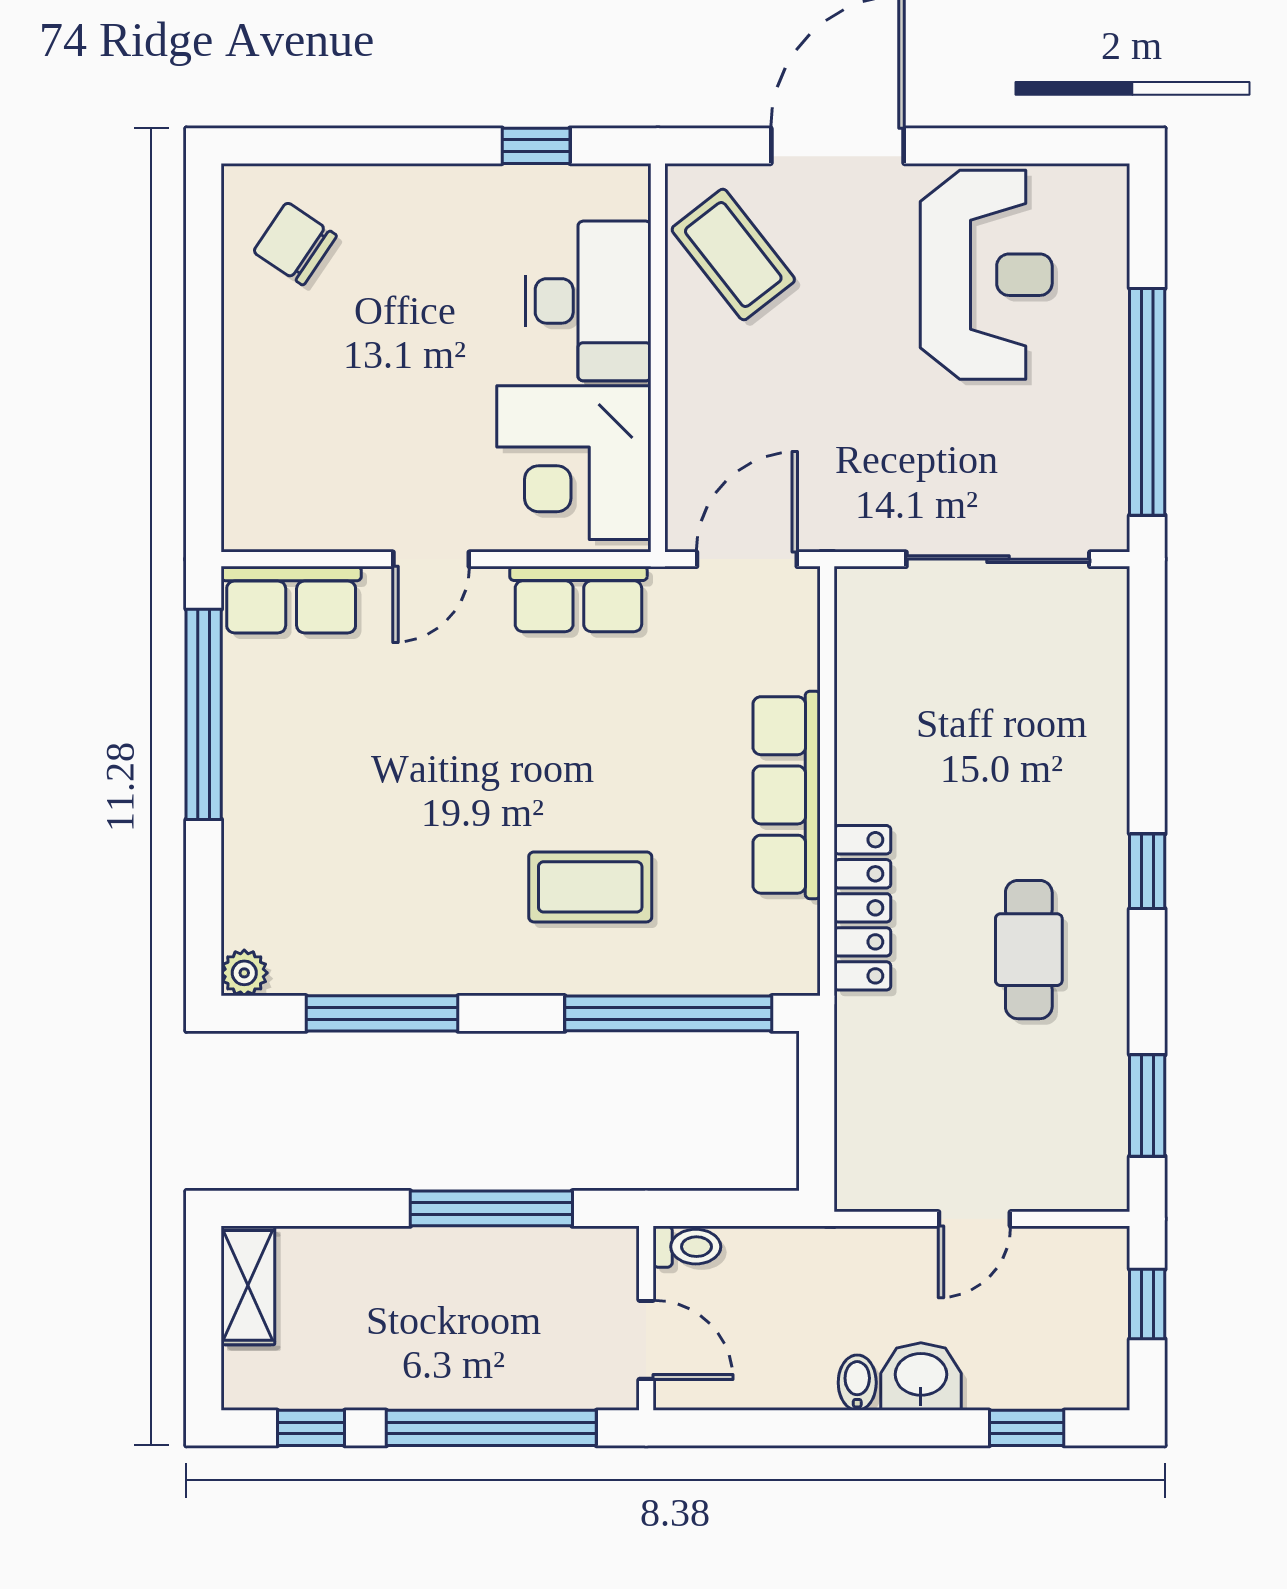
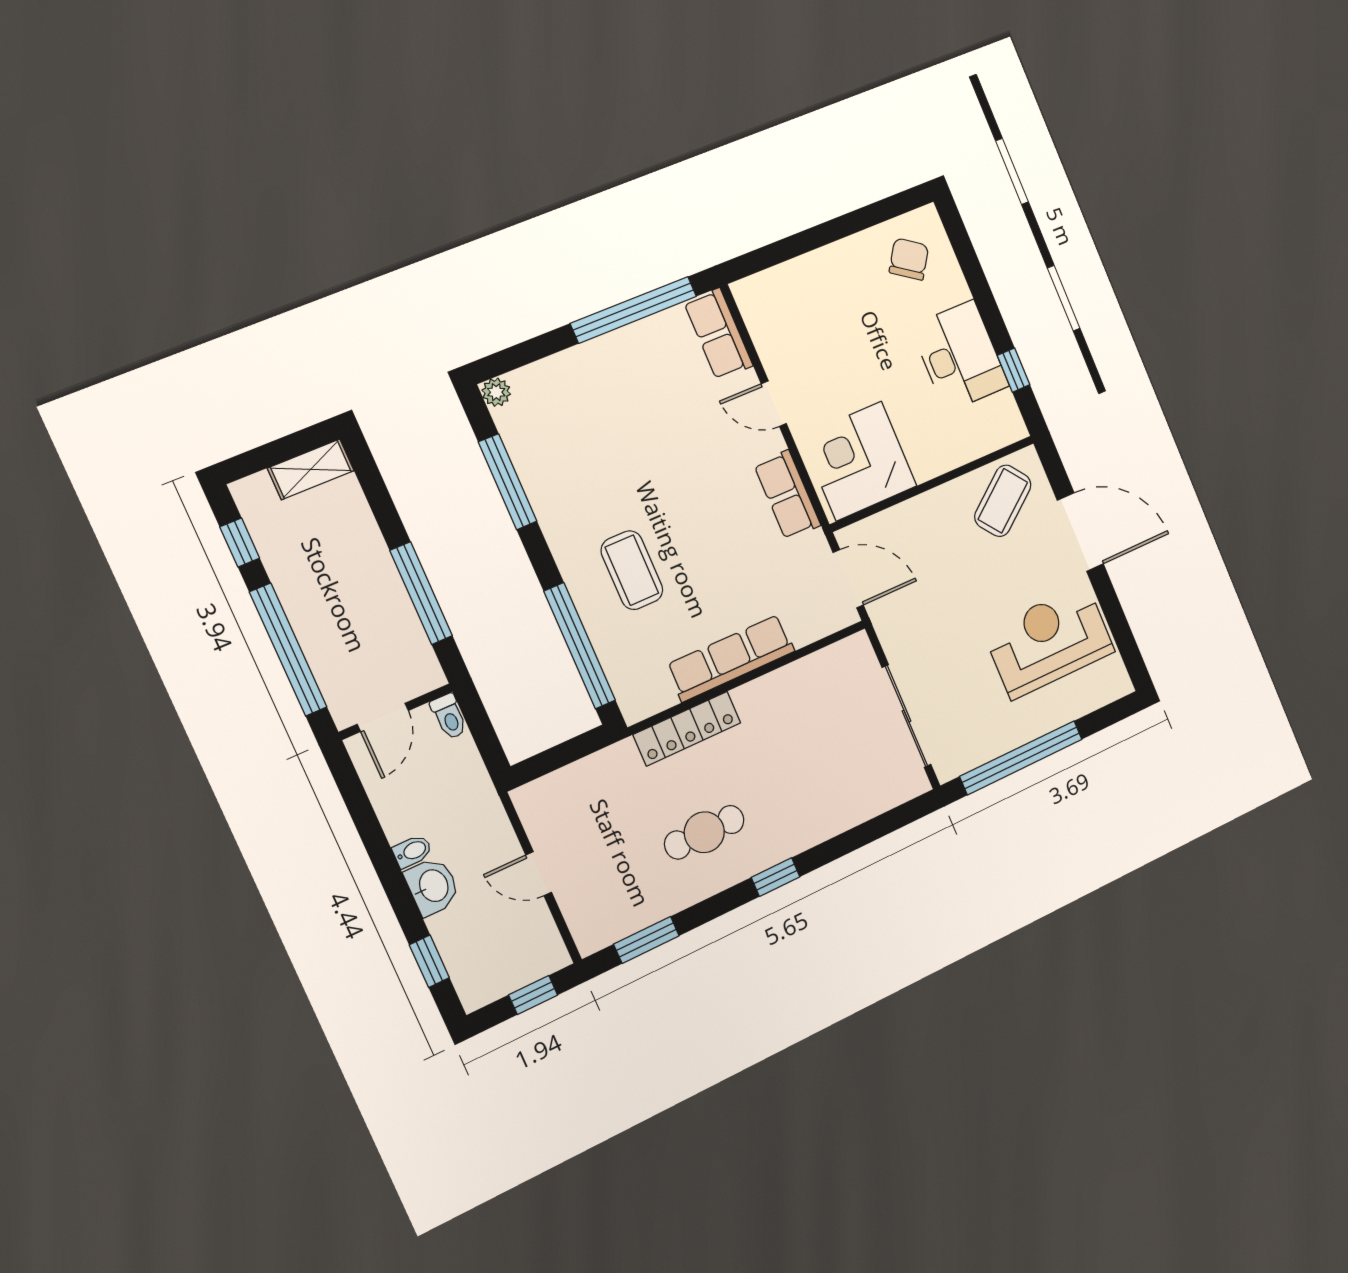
reception desk: (986, 275) -> (1049, 641), turned 180
desk: (588, 301) -> (960, 356), moved, turned -90

